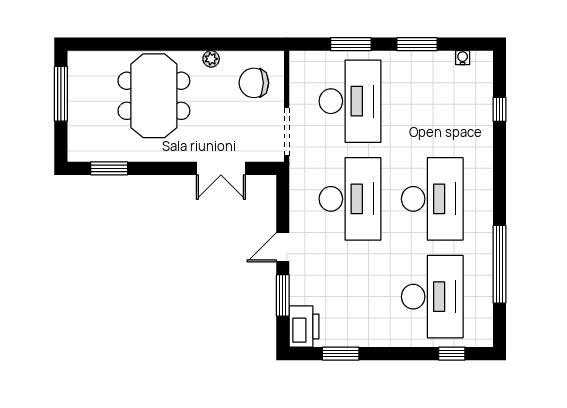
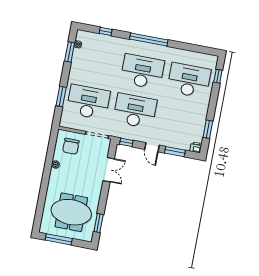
window: (417, 44) -> (70, 52), moved
meeting table: (154, 96) -> (71, 212), moved
window: (283, 194) -> (126, 142), added
window: (499, 264) -> (149, 40), moved
printer: (304, 326) -> (196, 147), width x0.53, depth x0.68

